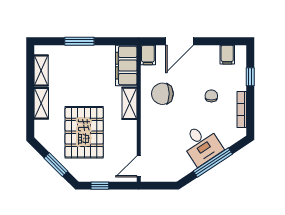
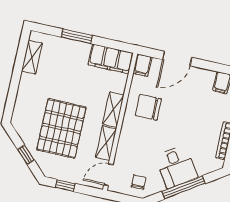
filing cabinet: (126, 66) -> (111, 59), moved, turned -90
chair: (211, 96) -> (139, 182), moved
shelving: (41, 103) -> (106, 143), moved
window: (56, 165) -> (26, 155), width x0.67

